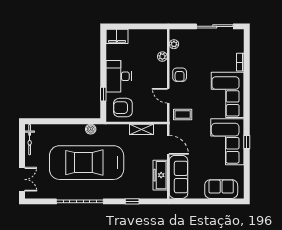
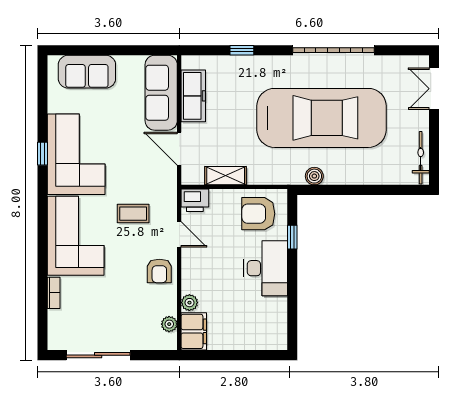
filing cabinet: (117, 36) -> (194, 331), moved, turned 90
armchair: (180, 75) -> (159, 271), turned 180
armchair: (123, 108) -> (258, 214), turned 180
coffee table: (183, 114) -> (133, 214), moved
printer: (159, 115) -> (195, 200), added

